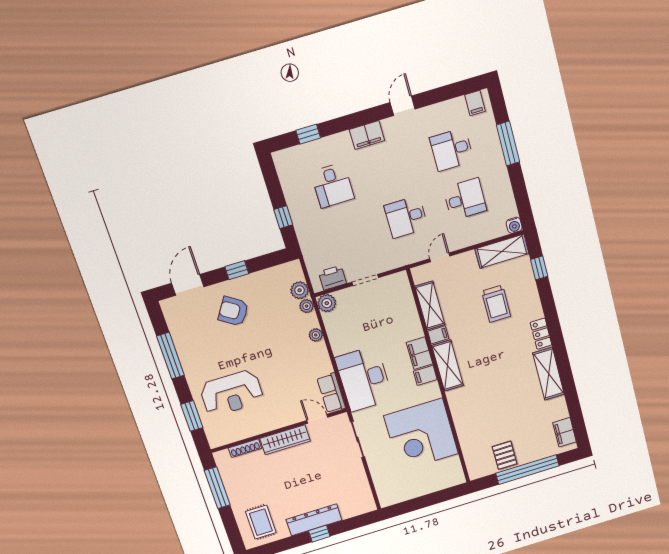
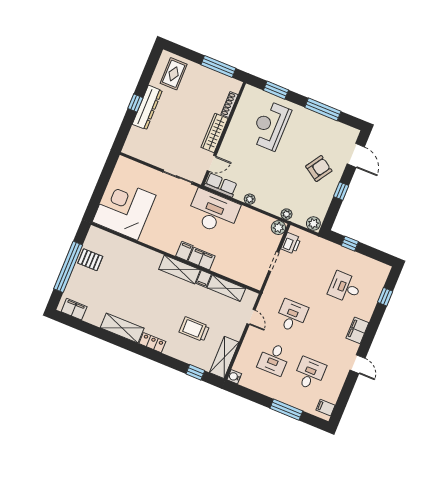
plant: (300, 290) -> (313, 224), moved
plant: (316, 335) -> (250, 199), moved
corner desk: (421, 435) -> (124, 209), moved
rug: (261, 522) -> (174, 74), turned 90

